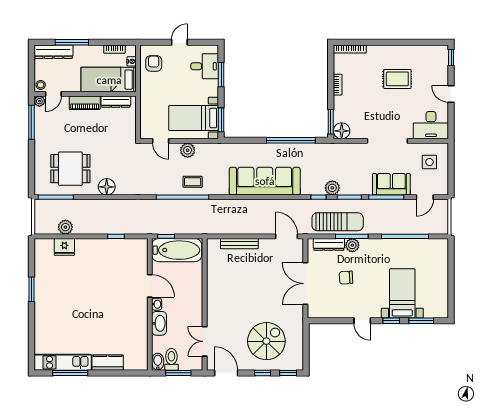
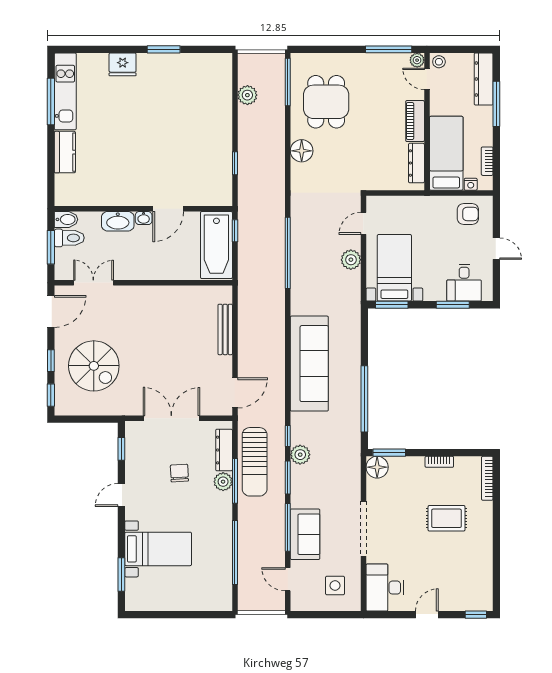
rug: (397, 79) -> (446, 518), moved, turned 90
coffee table: (193, 182) -> (308, 266), removed
fridge: (64, 247) -> (123, 64), moved, turned -90
window: (391, 321) -> (121, 449), moved

